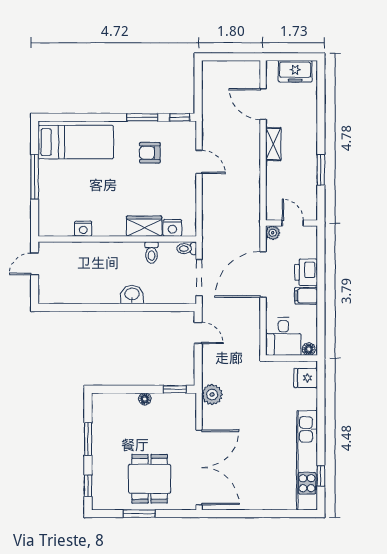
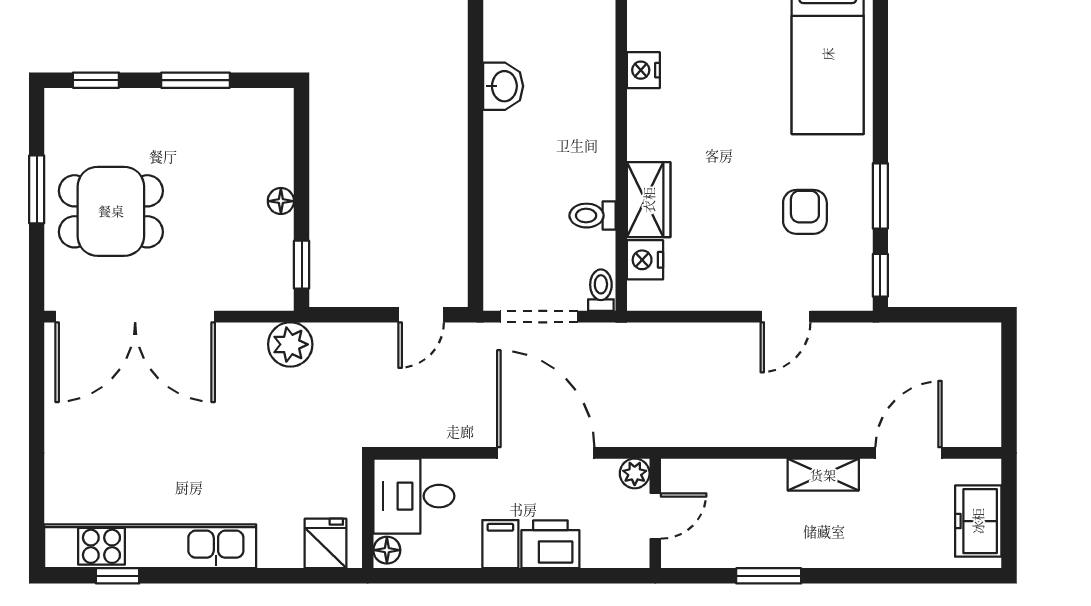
washbasin: (132, 294) -> (503, 86), moved

